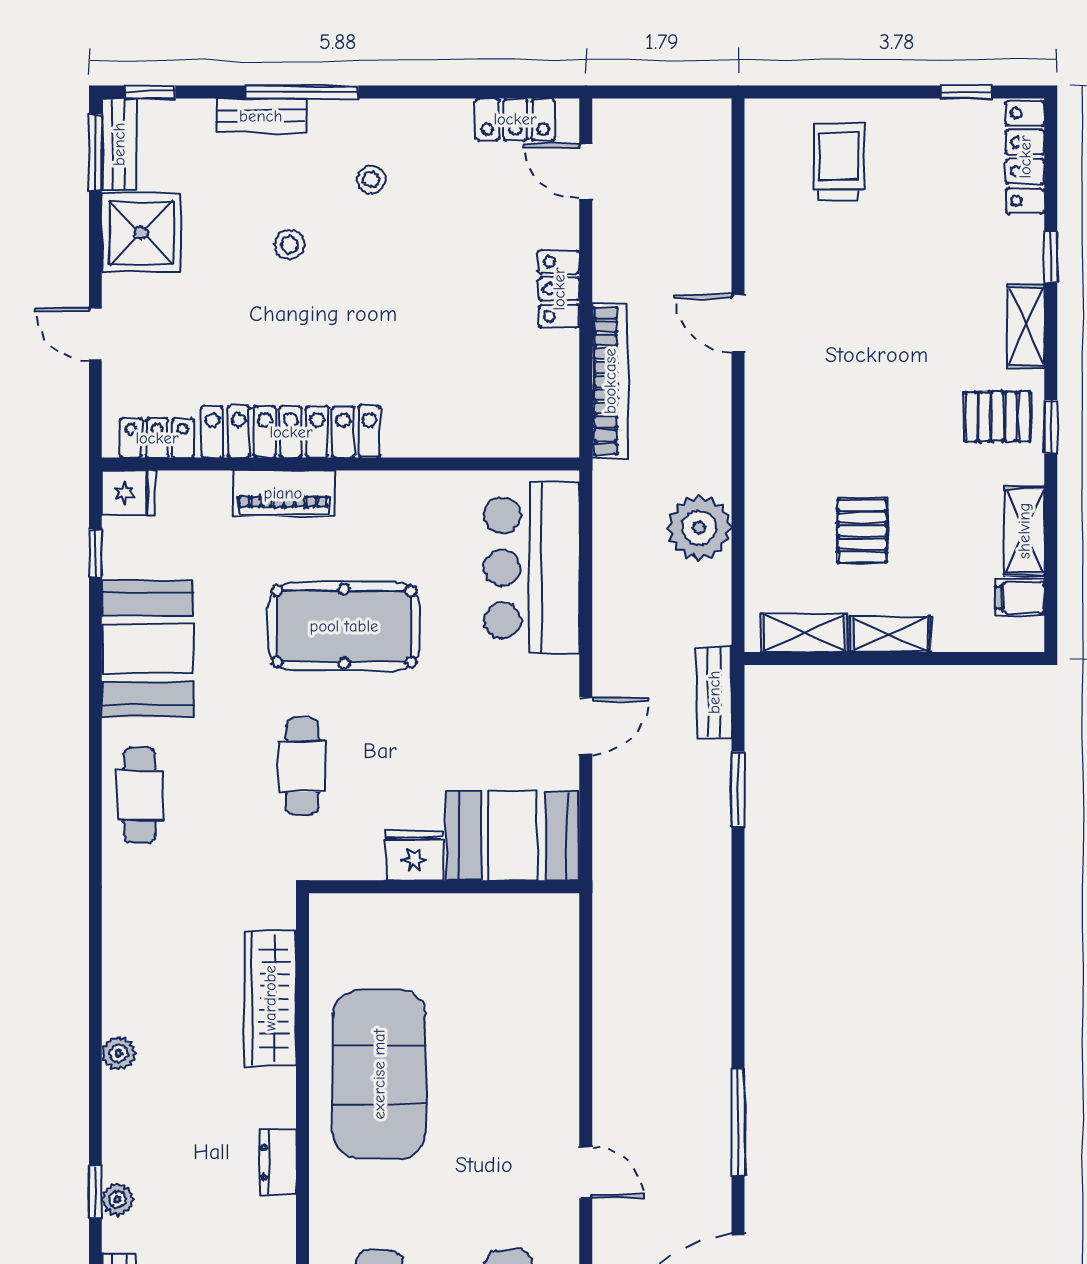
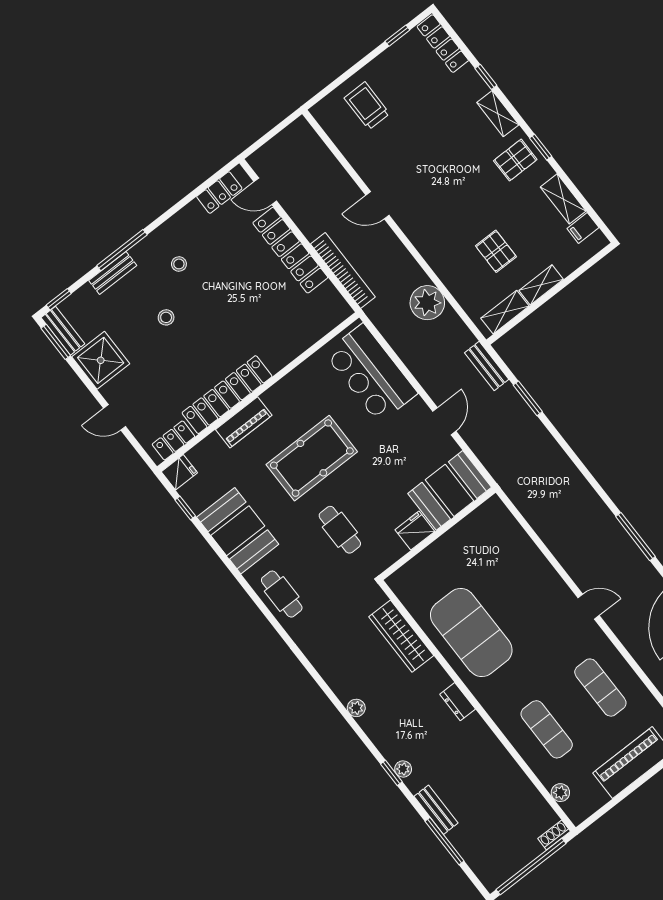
locker: (559, 289) -> (290, 250), width x2.16, depth x1.21

